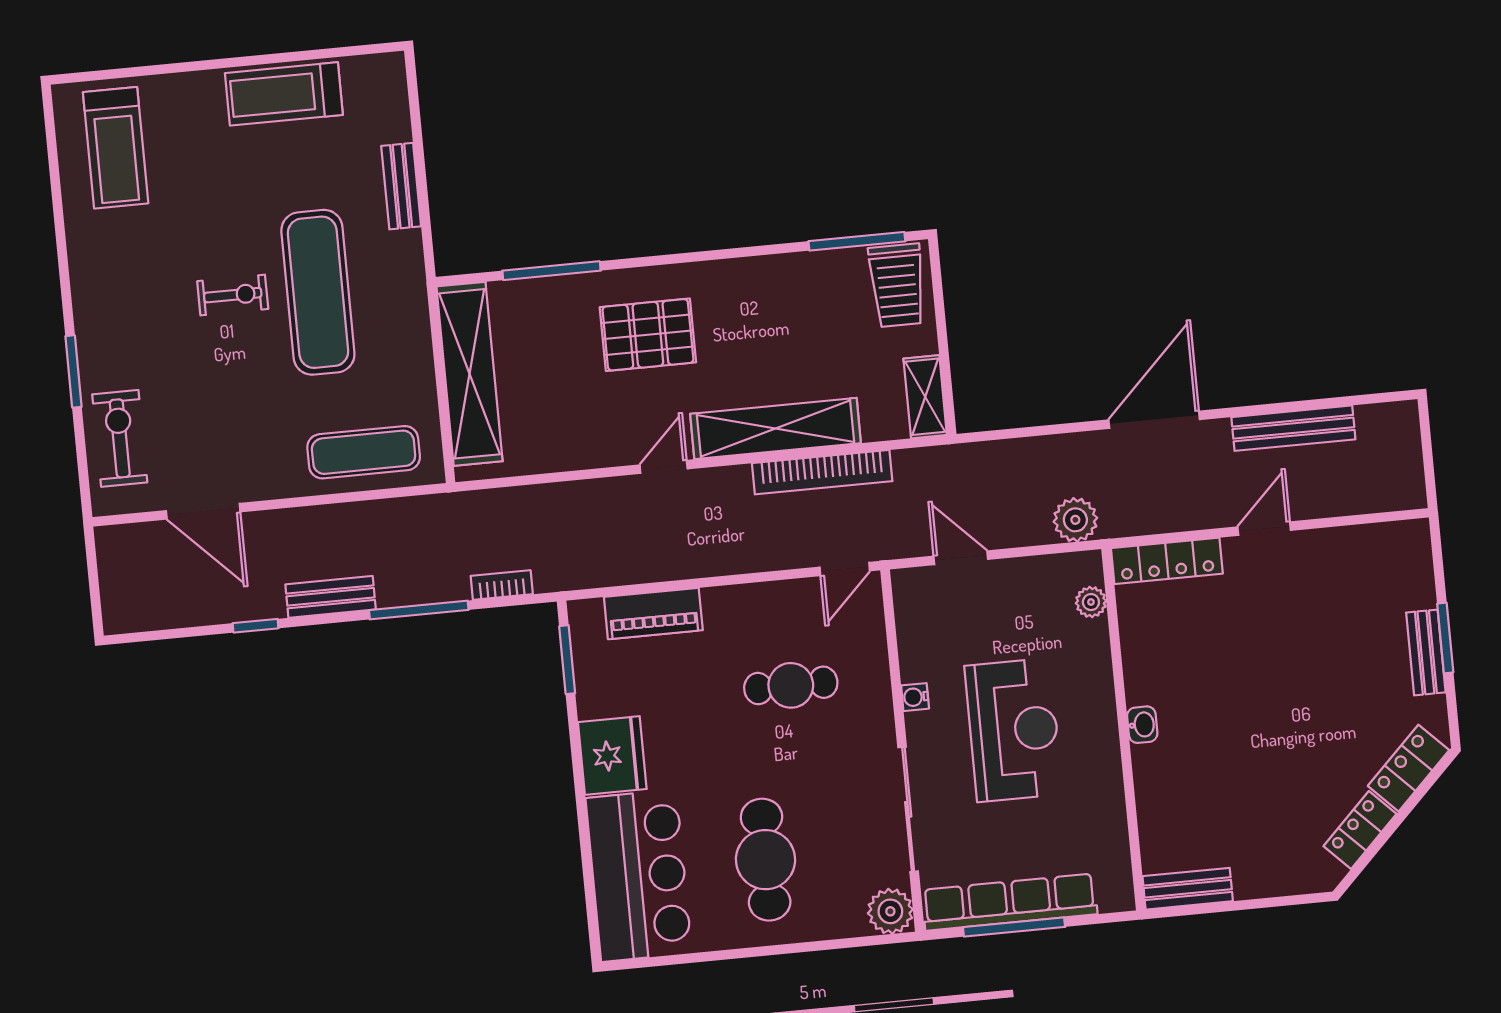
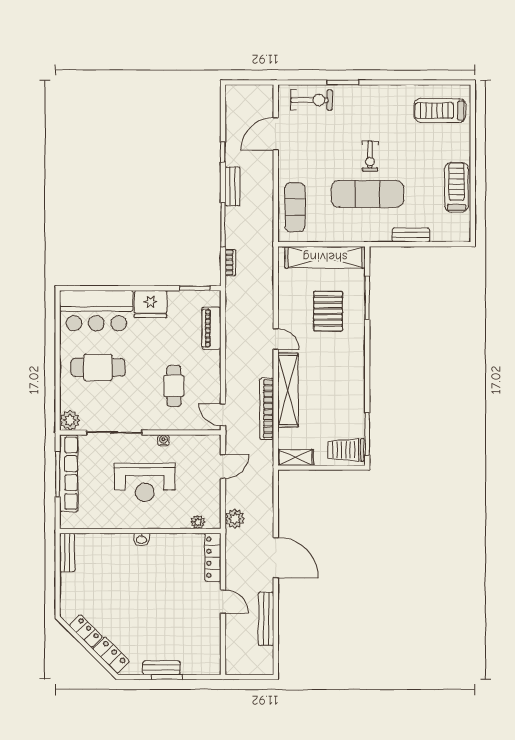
pallet: (648, 335) -> (328, 311), moved

